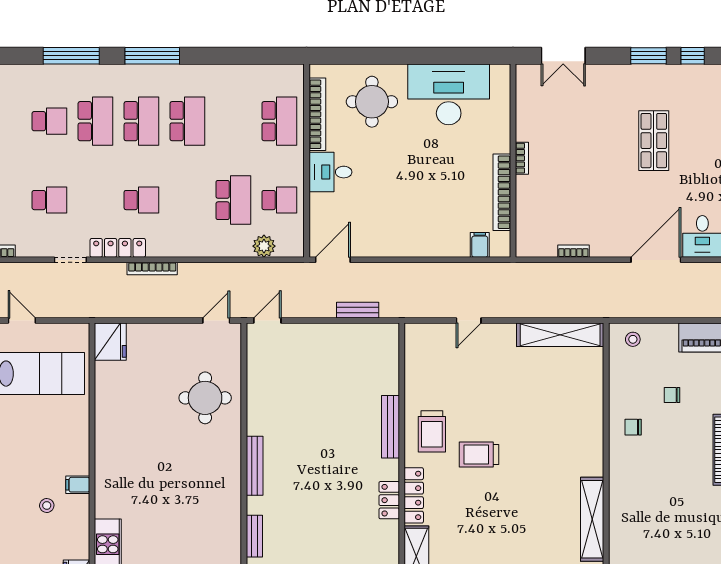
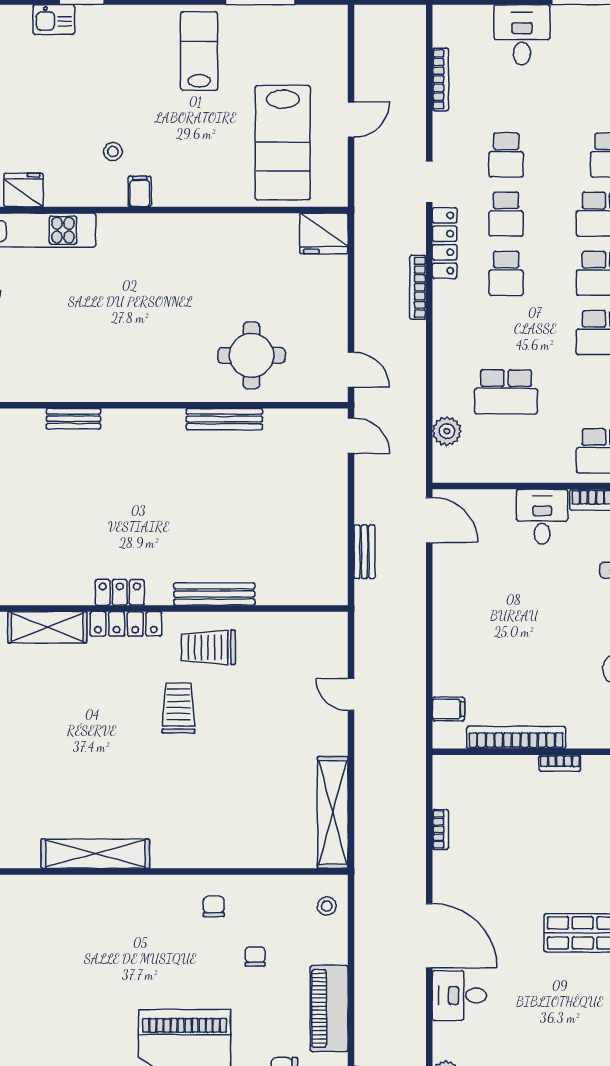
school desk: (279, 200) -> (506, 214), moved
bench: (255, 466) -> (224, 419), moved

